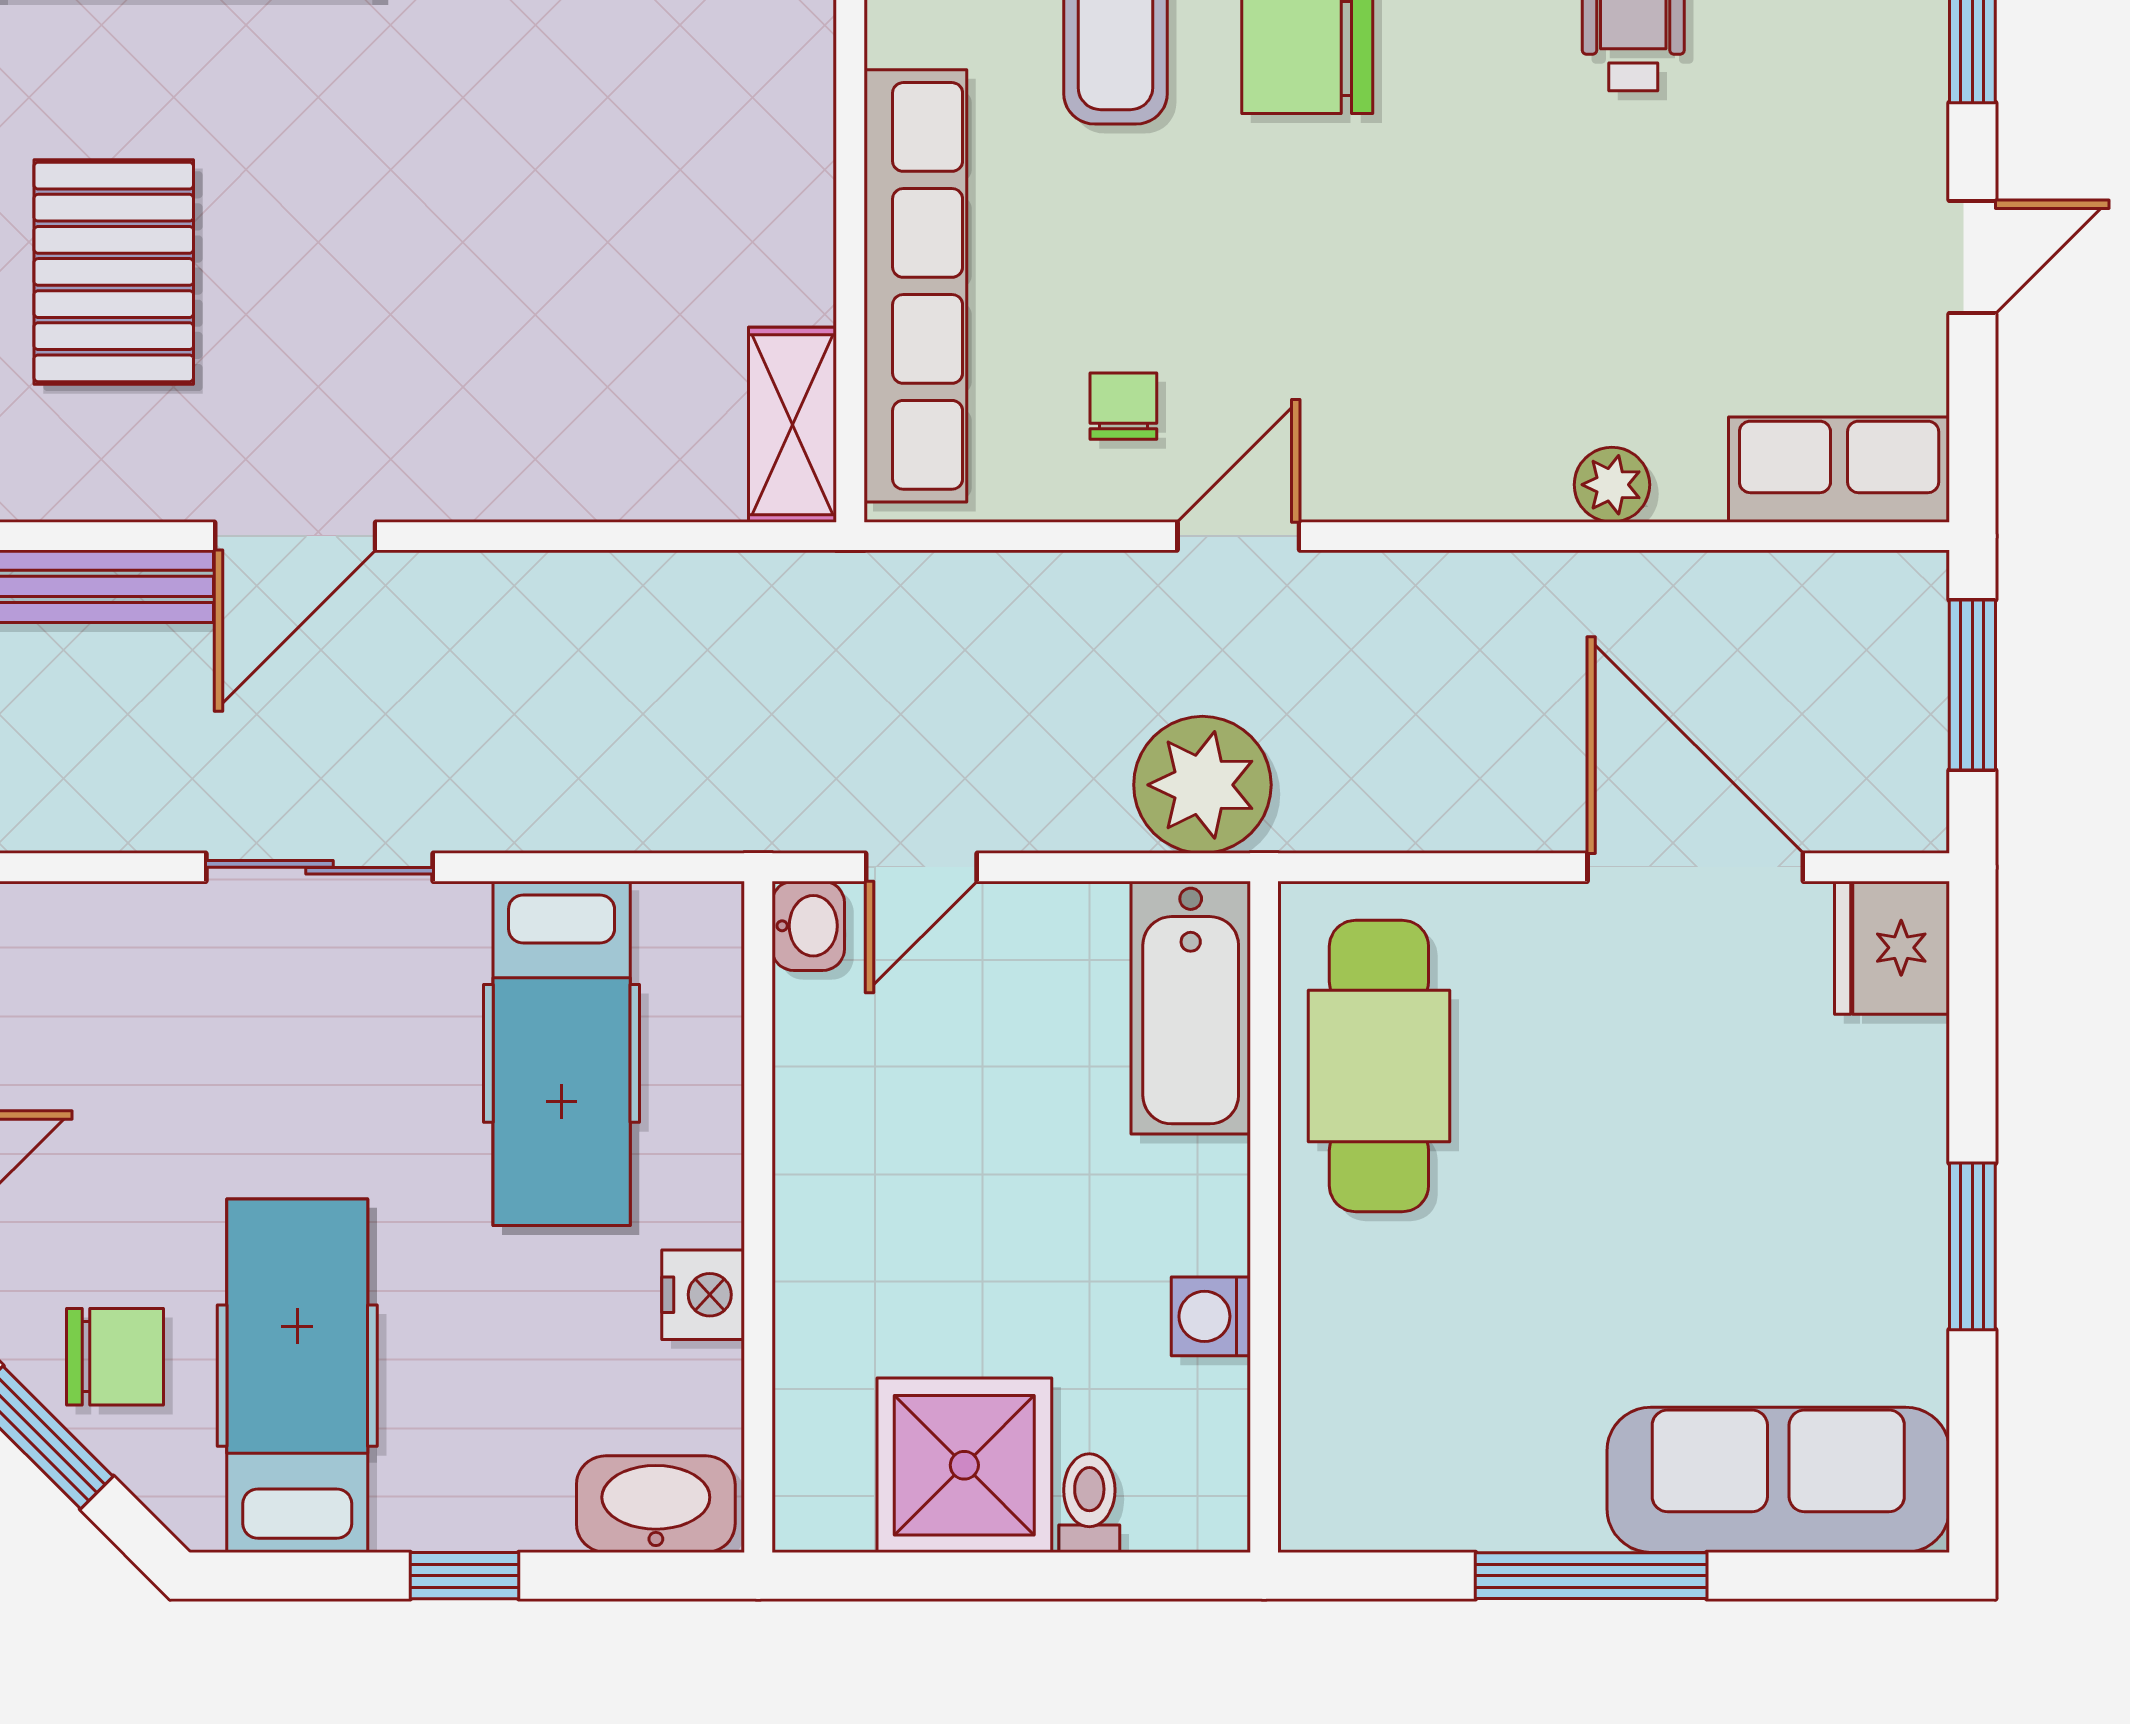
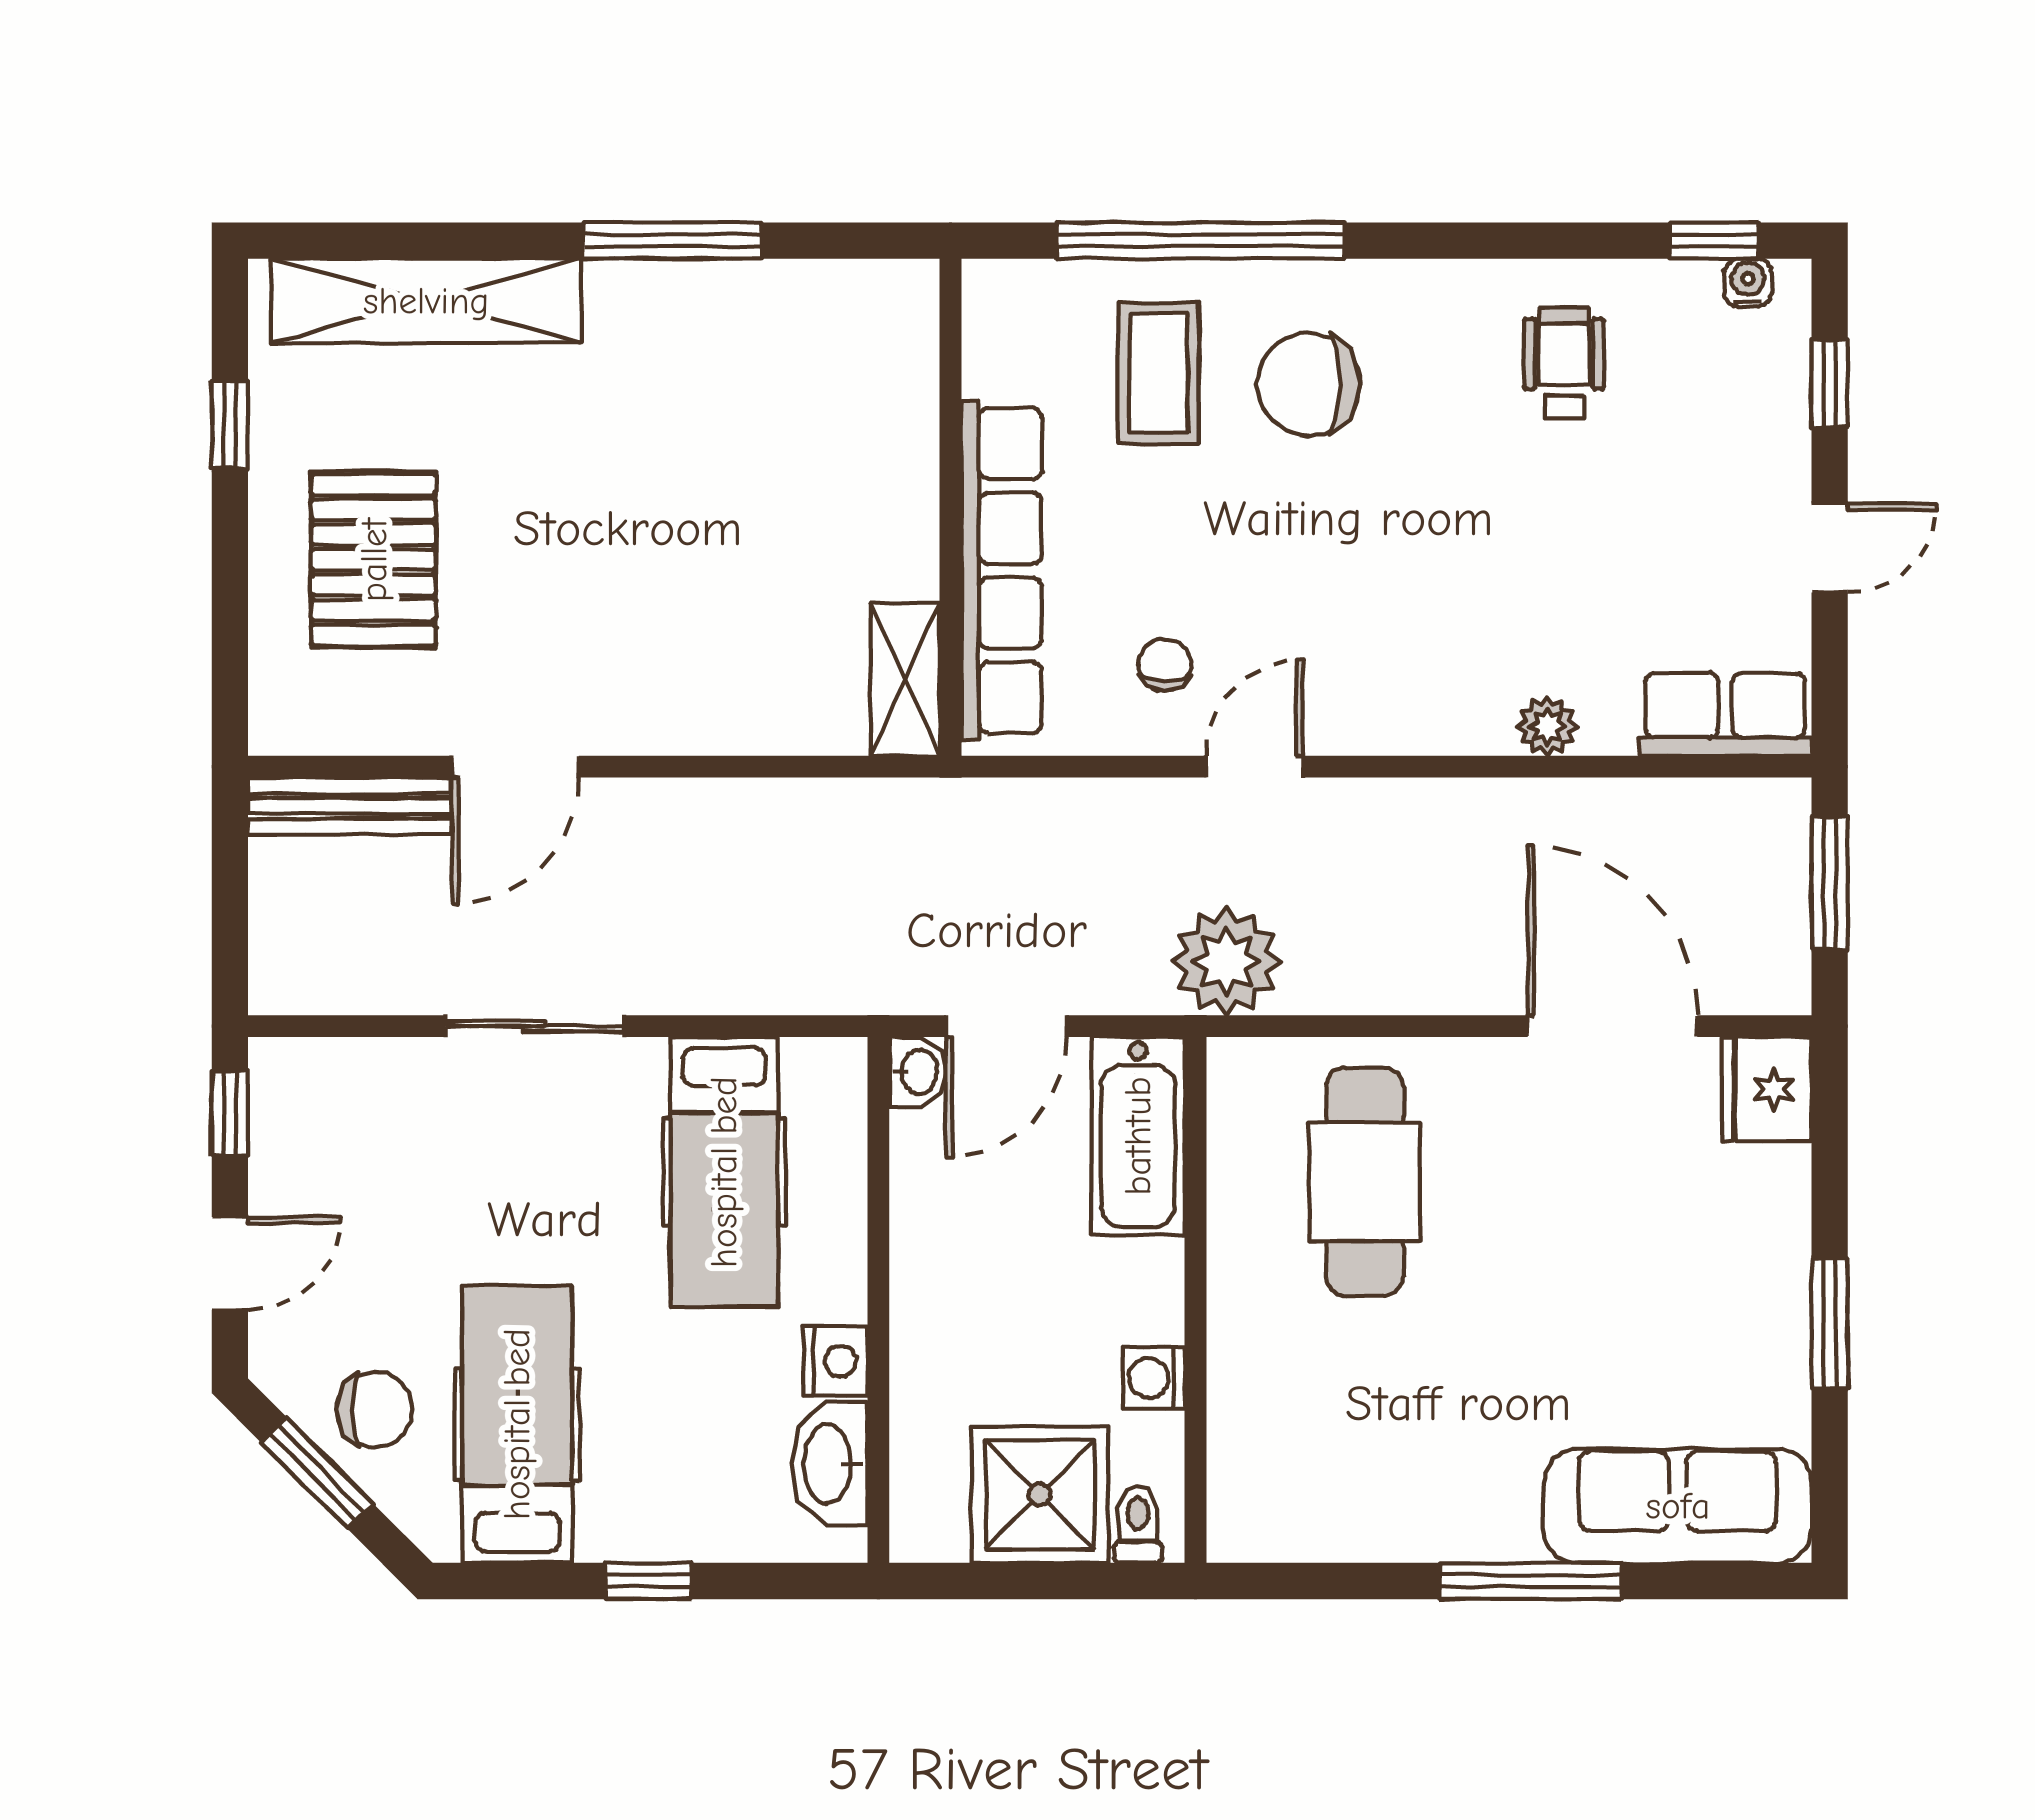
door: (921, 867) -> (1006, 1026), width x1.38
bathtub: (1191, 1008) -> (1138, 1136), moved
wall: (1264, 1217) -> (1195, 1300), moved
washing machine: (1211, 1316) -> (1154, 1378), moved
washbasin: (656, 1504) -> (830, 1464), moved, turned -90

